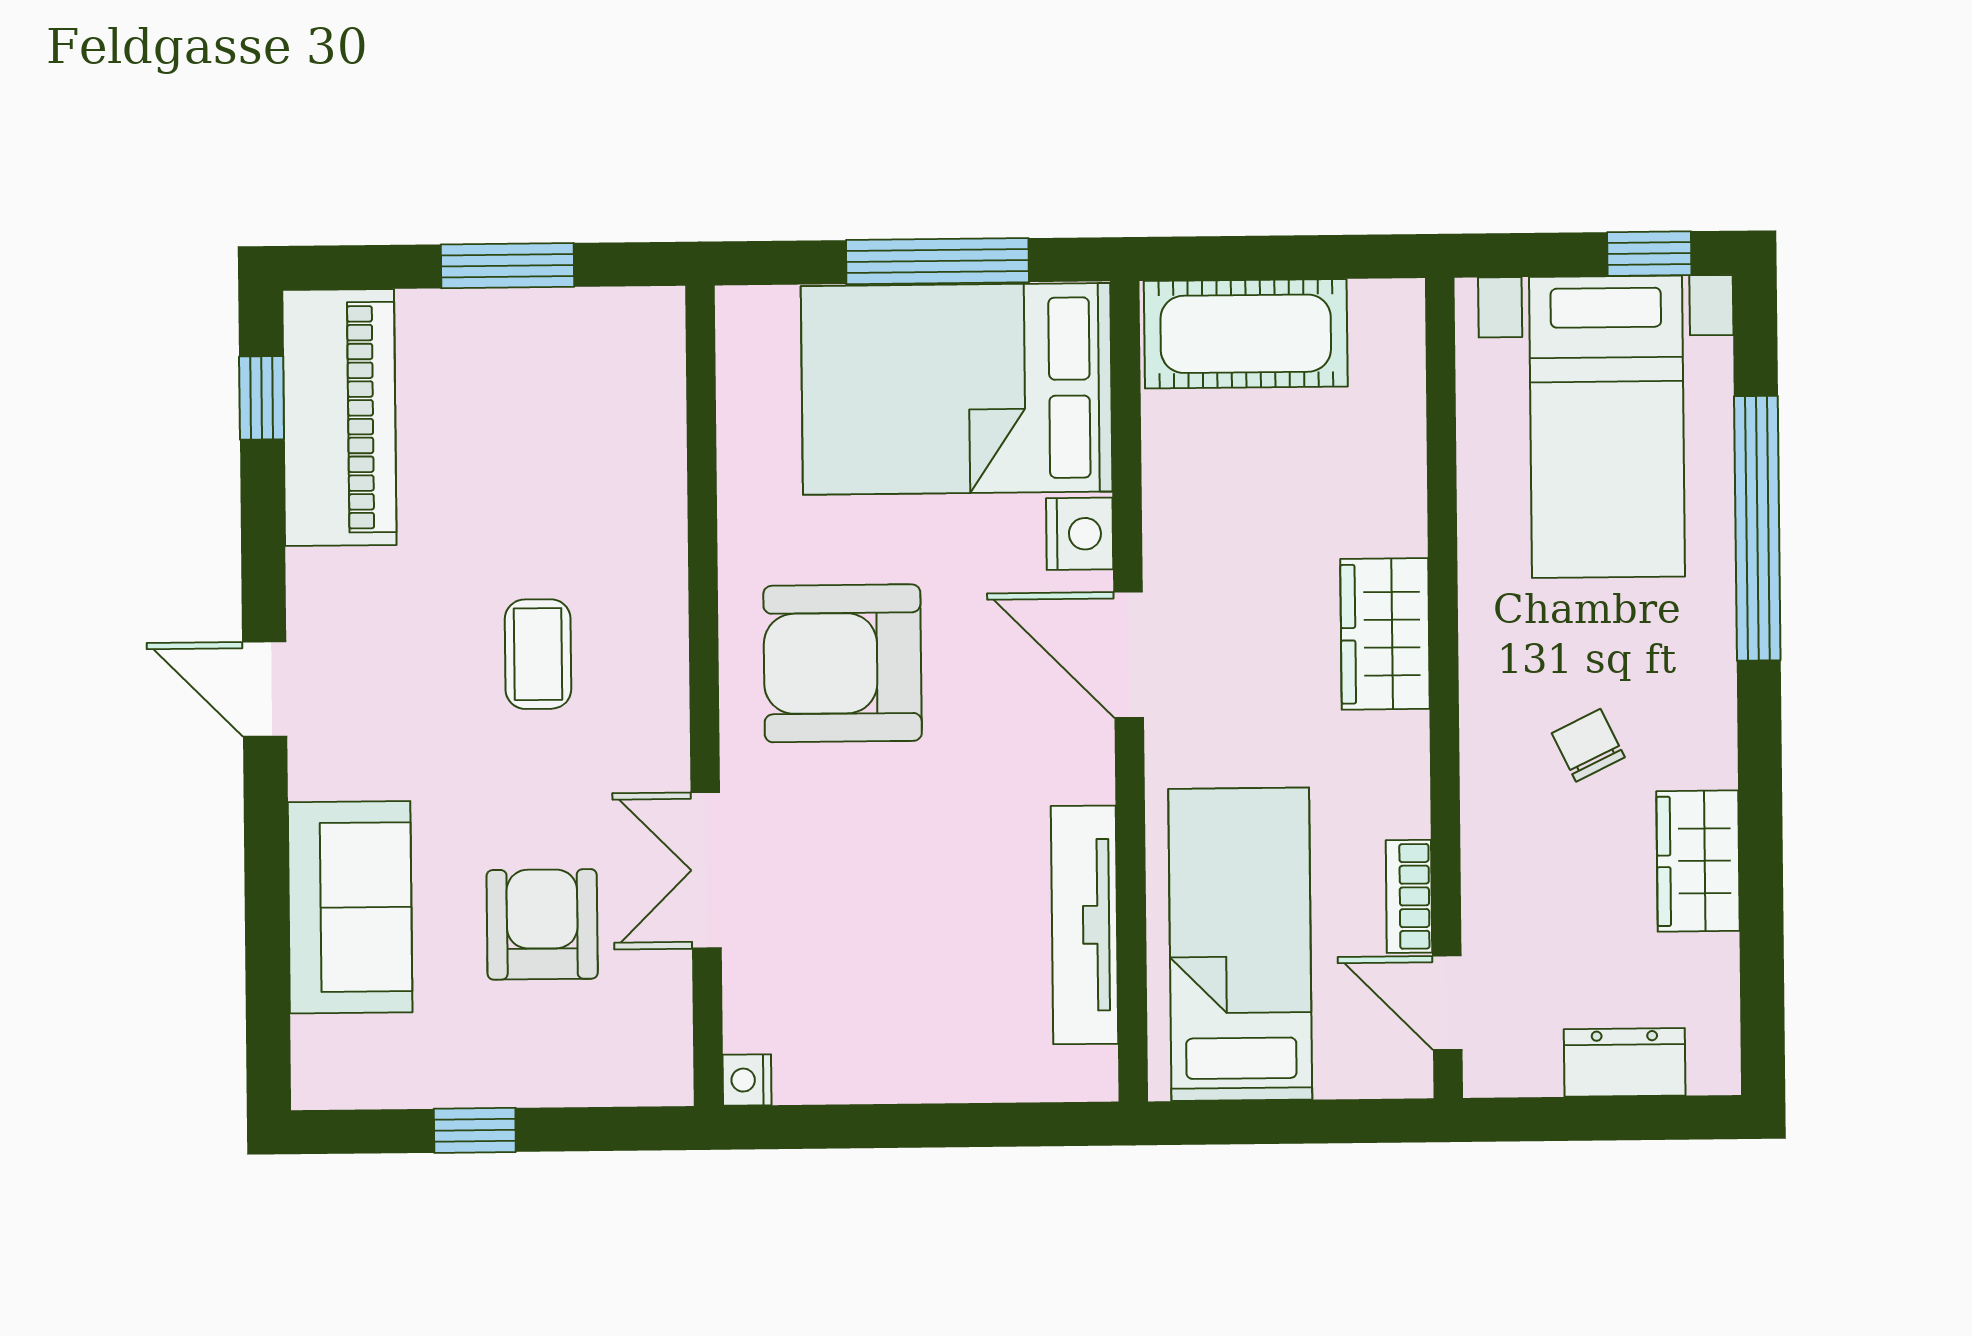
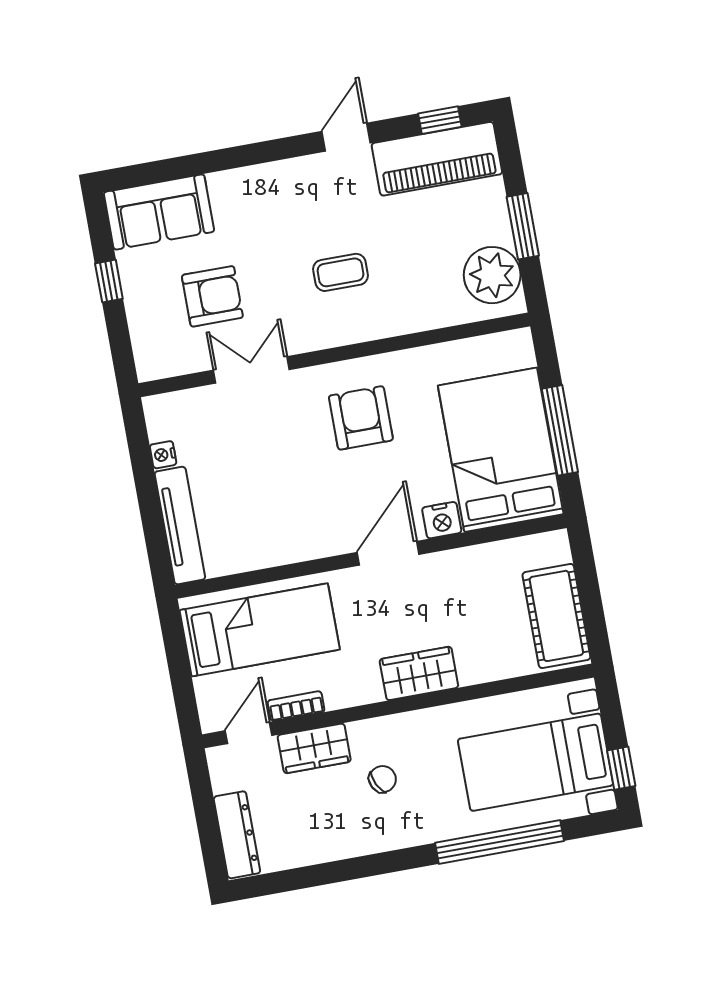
cot: (1246, 334) -> (556, 616), moved
plant: (596, 345) -> (492, 275), added
armchair: (843, 663) -> (361, 418), width x0.73, depth x0.73
door: (265, 689) -> (346, 137), moved
wardrobe: (1698, 861) -> (314, 748), moved, turned 180
sofa: (350, 907) -> (159, 212), moved
tv unit: (1085, 925) -> (180, 525), moved, turned 90
dresser: (1625, 1062) -> (237, 835), width x1.44
nightstand: (747, 1080) -> (163, 455), moved, turned -90

